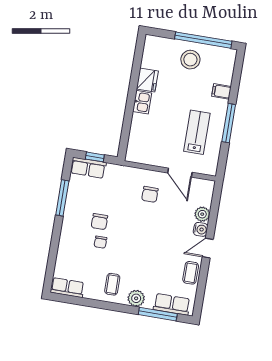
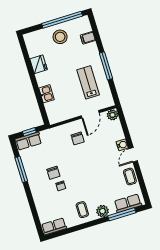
filing cabinet: (221, 91) -> (88, 38), moved
kitchen sink: (142, 102) -> (46, 94), moved
door: (180, 173) -> (90, 114), hinge flipped
plant: (202, 214) -> (112, 115), moved

